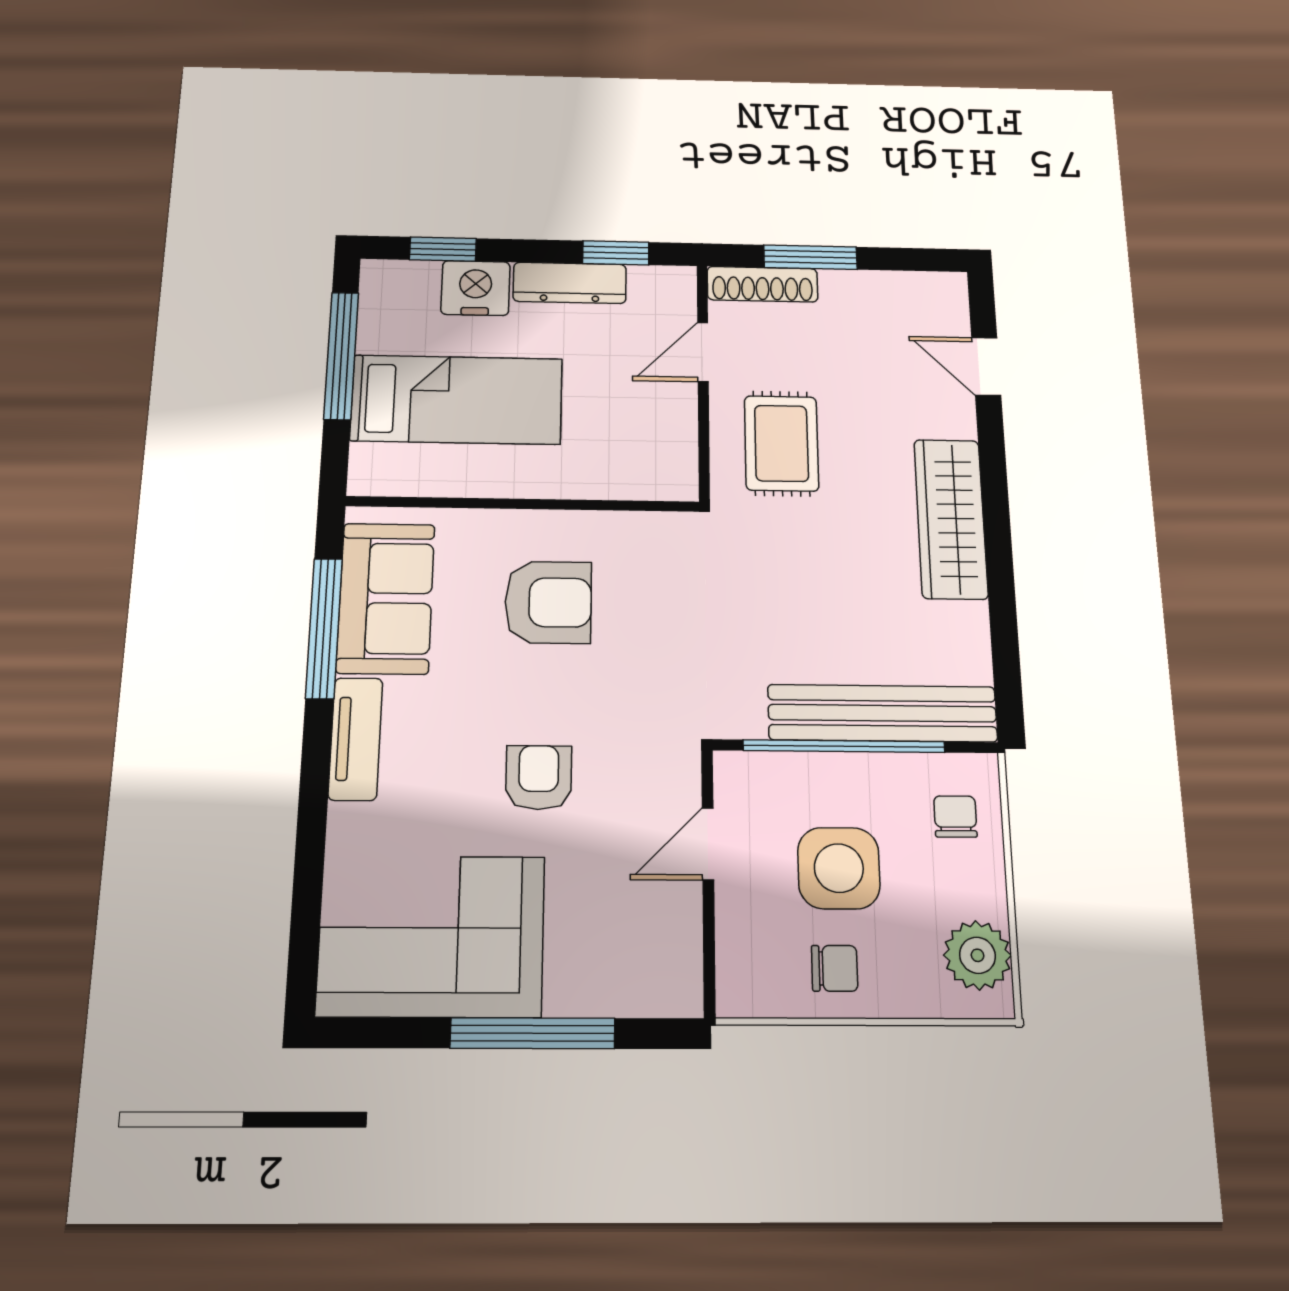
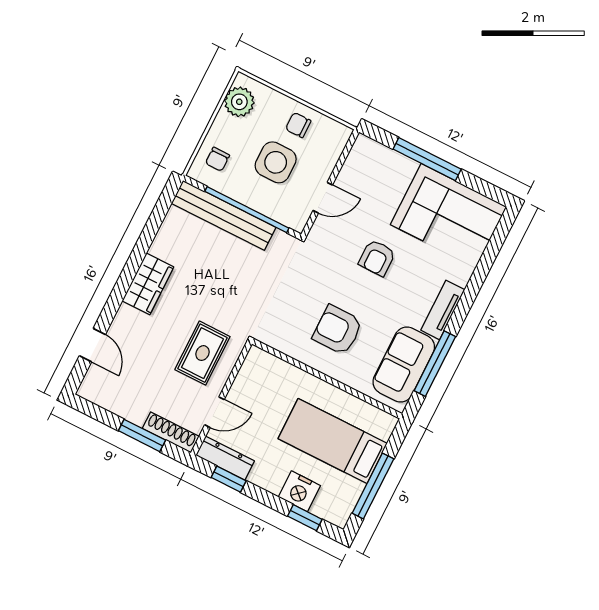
dresser: (570, 283) -> (225, 458), moved
wardrobe: (951, 519) -> (148, 284), width x0.67

